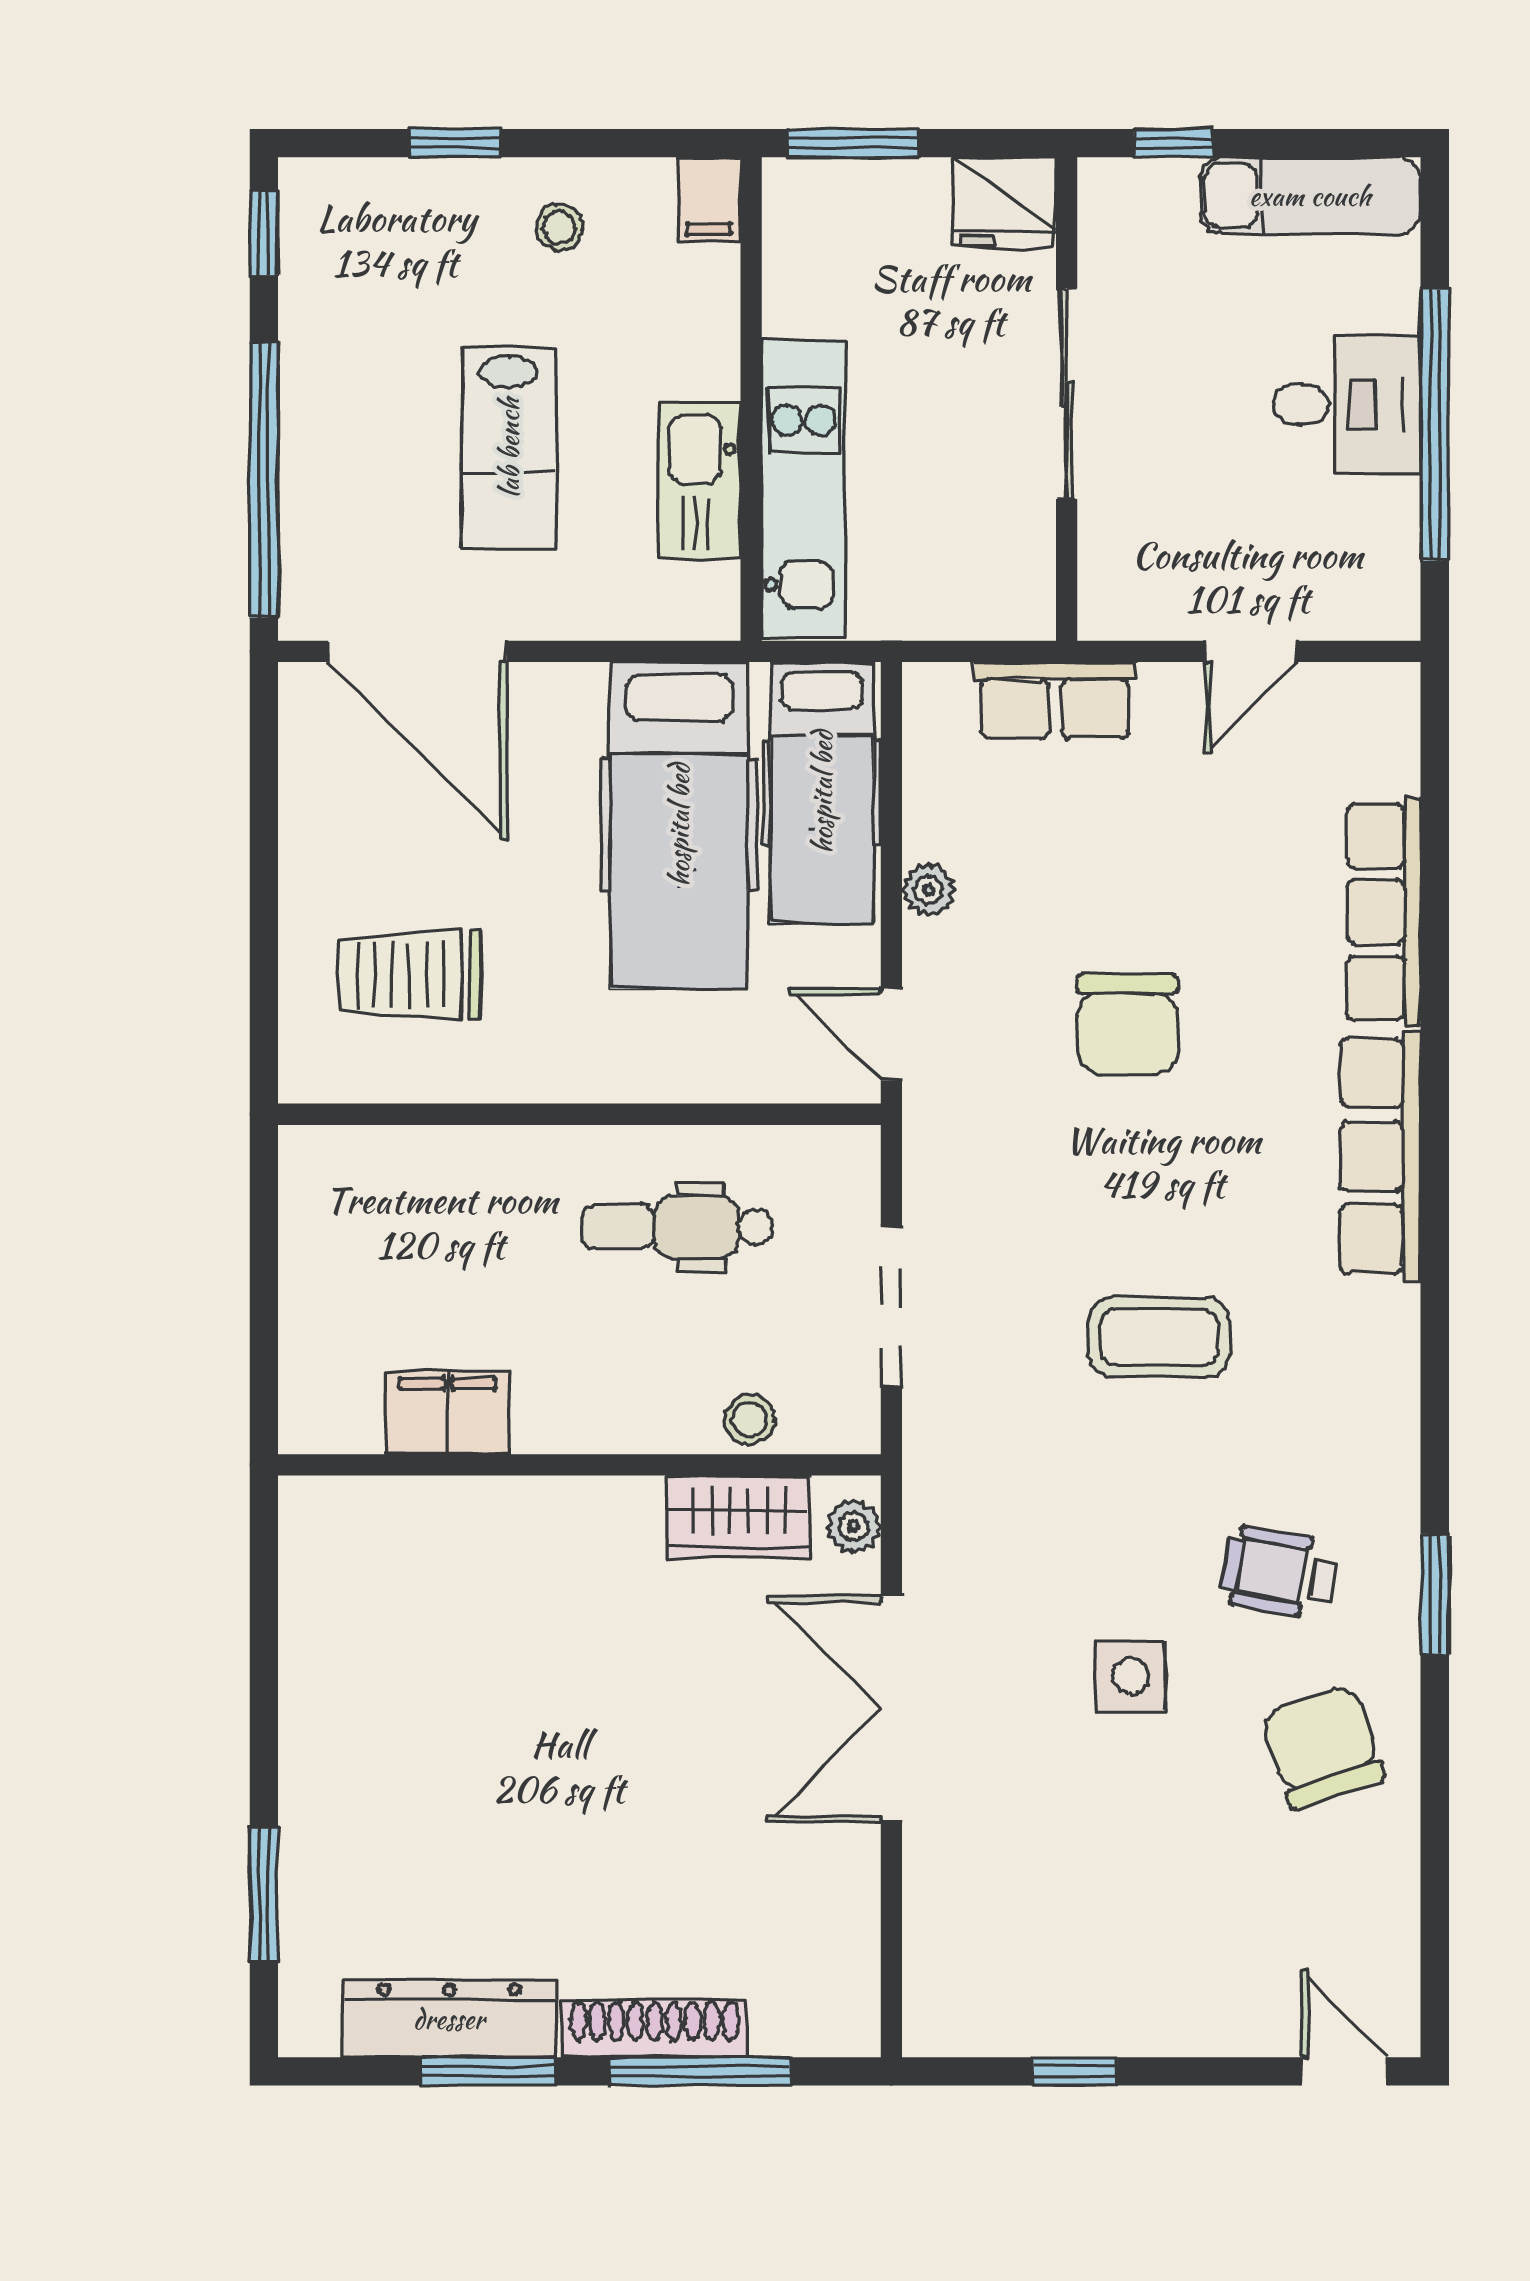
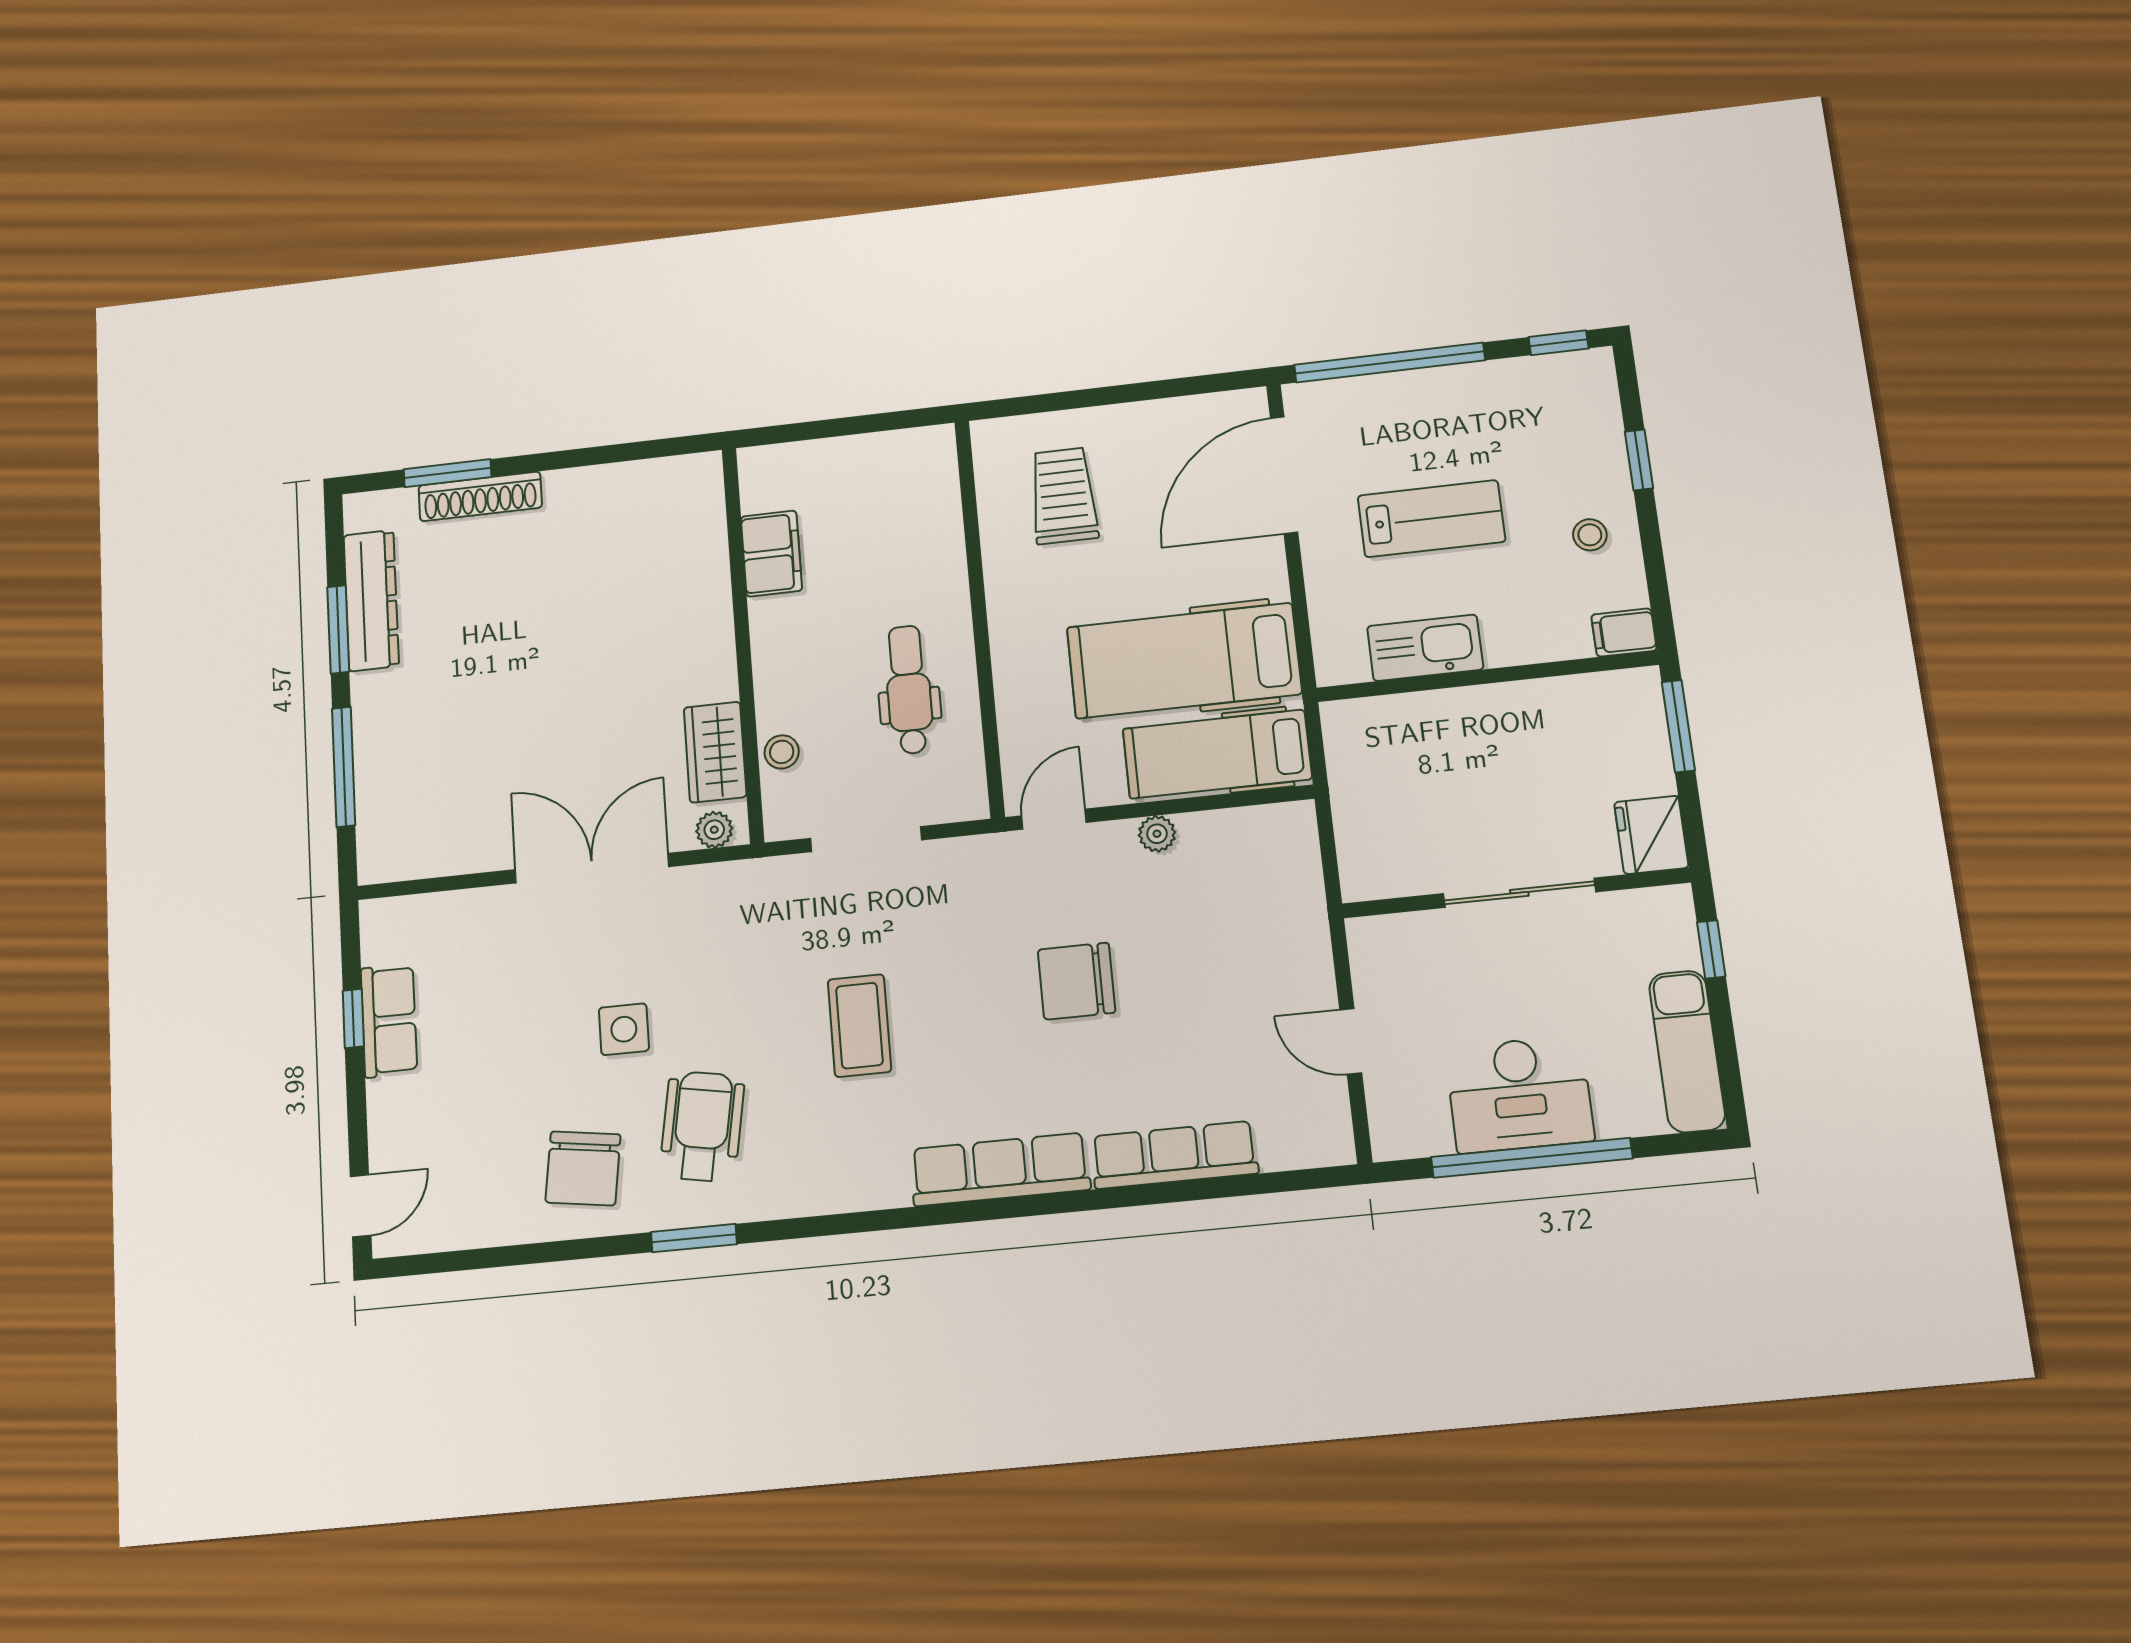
desk: (1347, 404) -> (1519, 1094), width x1.37
lab bench: (509, 448) -> (1431, 519), turned 180
kitchen unit: (804, 489) -> (1428, 719), removed
row of seats: (1055, 700) -> (389, 1021), moved, turned 180
wheelchair: (1280, 1572) -> (702, 1126), width x1.36, depth x1.37
chair: (1322, 1747) -> (583, 1168), turned 117
shoe rack: (655, 2029) -> (480, 496), moved, turned 90

